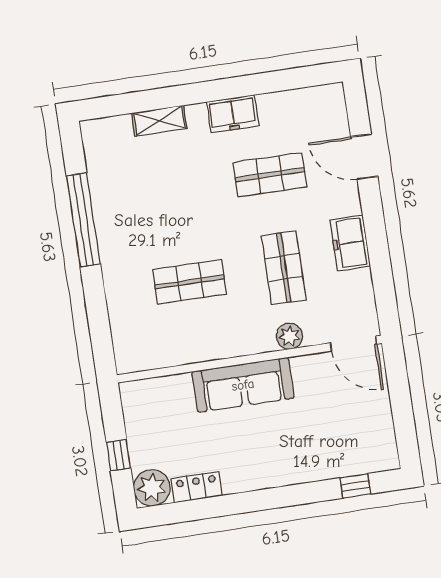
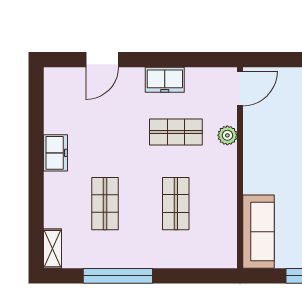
shelving: (159, 121) -> (53, 249), moved
shop shelf: (270, 175) -> (105, 204), moved
sofa: (243, 385) -> (258, 232), moved

